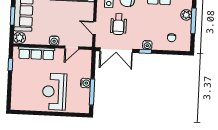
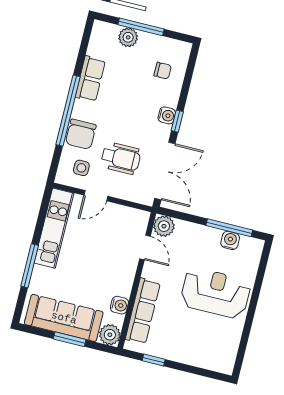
door: (94, 28) -> (96, 196), moved
water cooler: (54, 41) -> (119, 305), moved
plant: (86, 56) -> (164, 226), added
water cooler: (86, 83) -> (230, 240), moved
reception desk: (54, 92) -> (216, 293), turned 180

